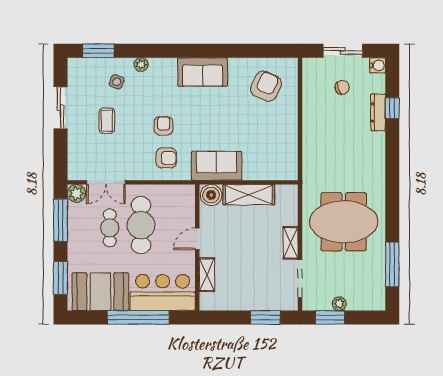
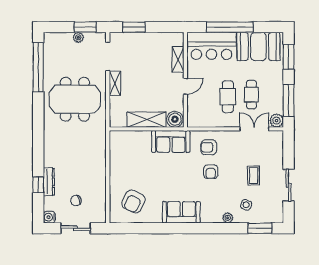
cafe table: (141, 225) -> (228, 97), width x0.73, depth x0.74
window: (392, 264) -> (38, 67), width x1.46

